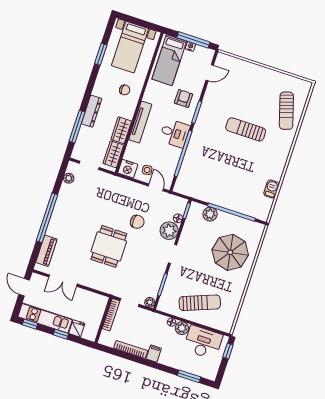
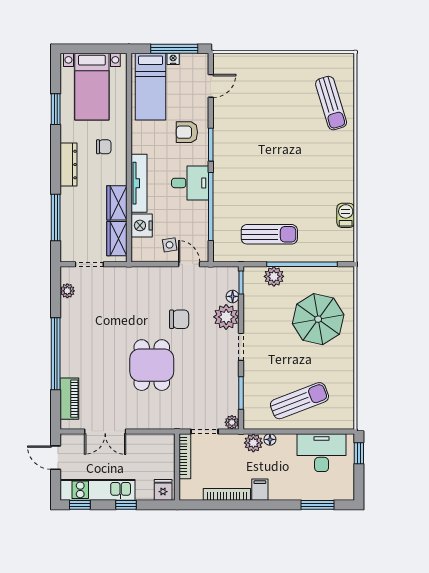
armchair: (183, 98) -> (187, 132), turned -90
dresser: (92, 111) -> (69, 165), moved
sun lounger: (246, 129) -> (269, 234), moved, turned 180
nightstand: (128, 169) -> (142, 225), moved, turned 90
fridge: (77, 328) -> (163, 490), moved
plant: (182, 328) -> (253, 443), moved

